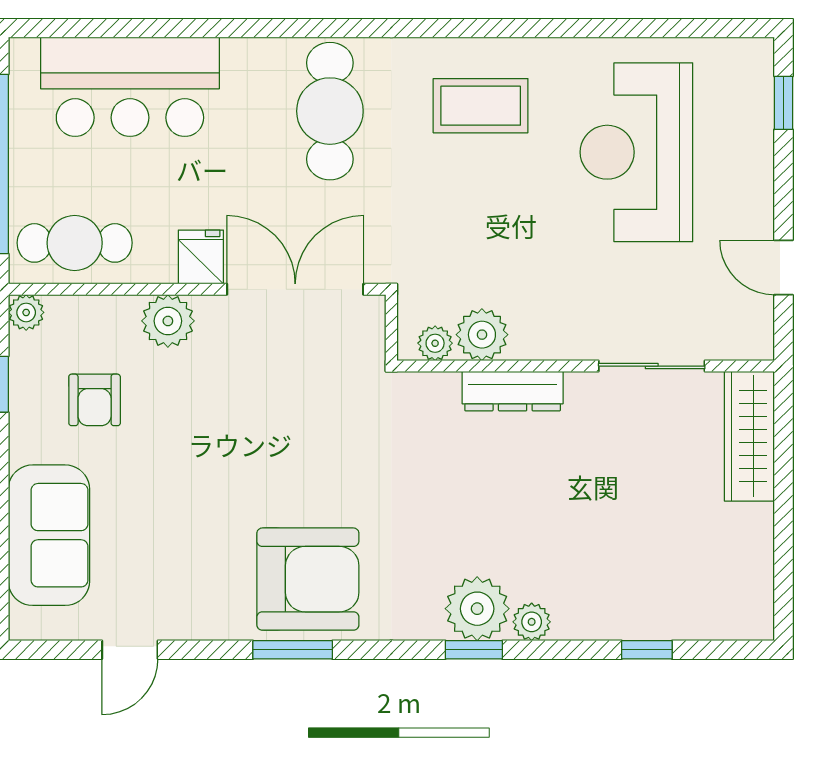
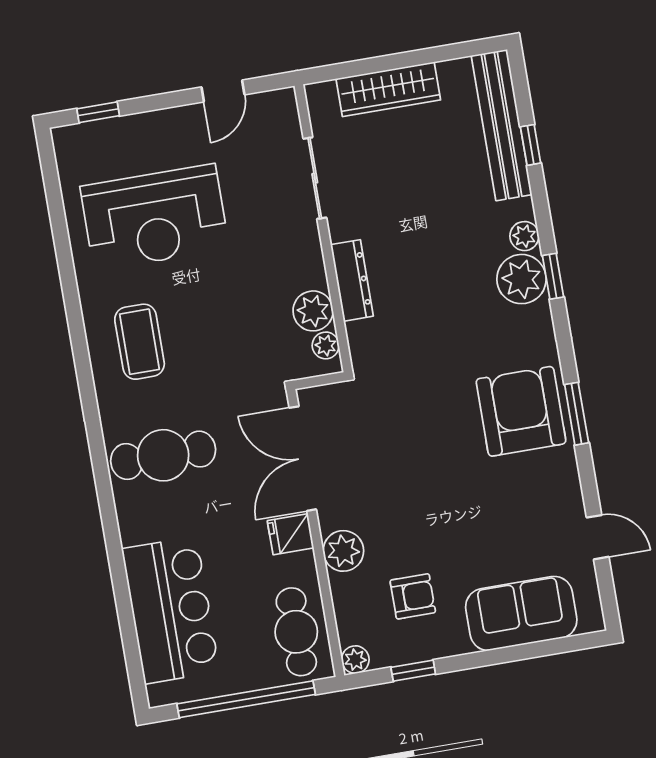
wardrobe: (749, 436) -> (388, 89), moved
bench: (679, 617) -> (502, 125), added

